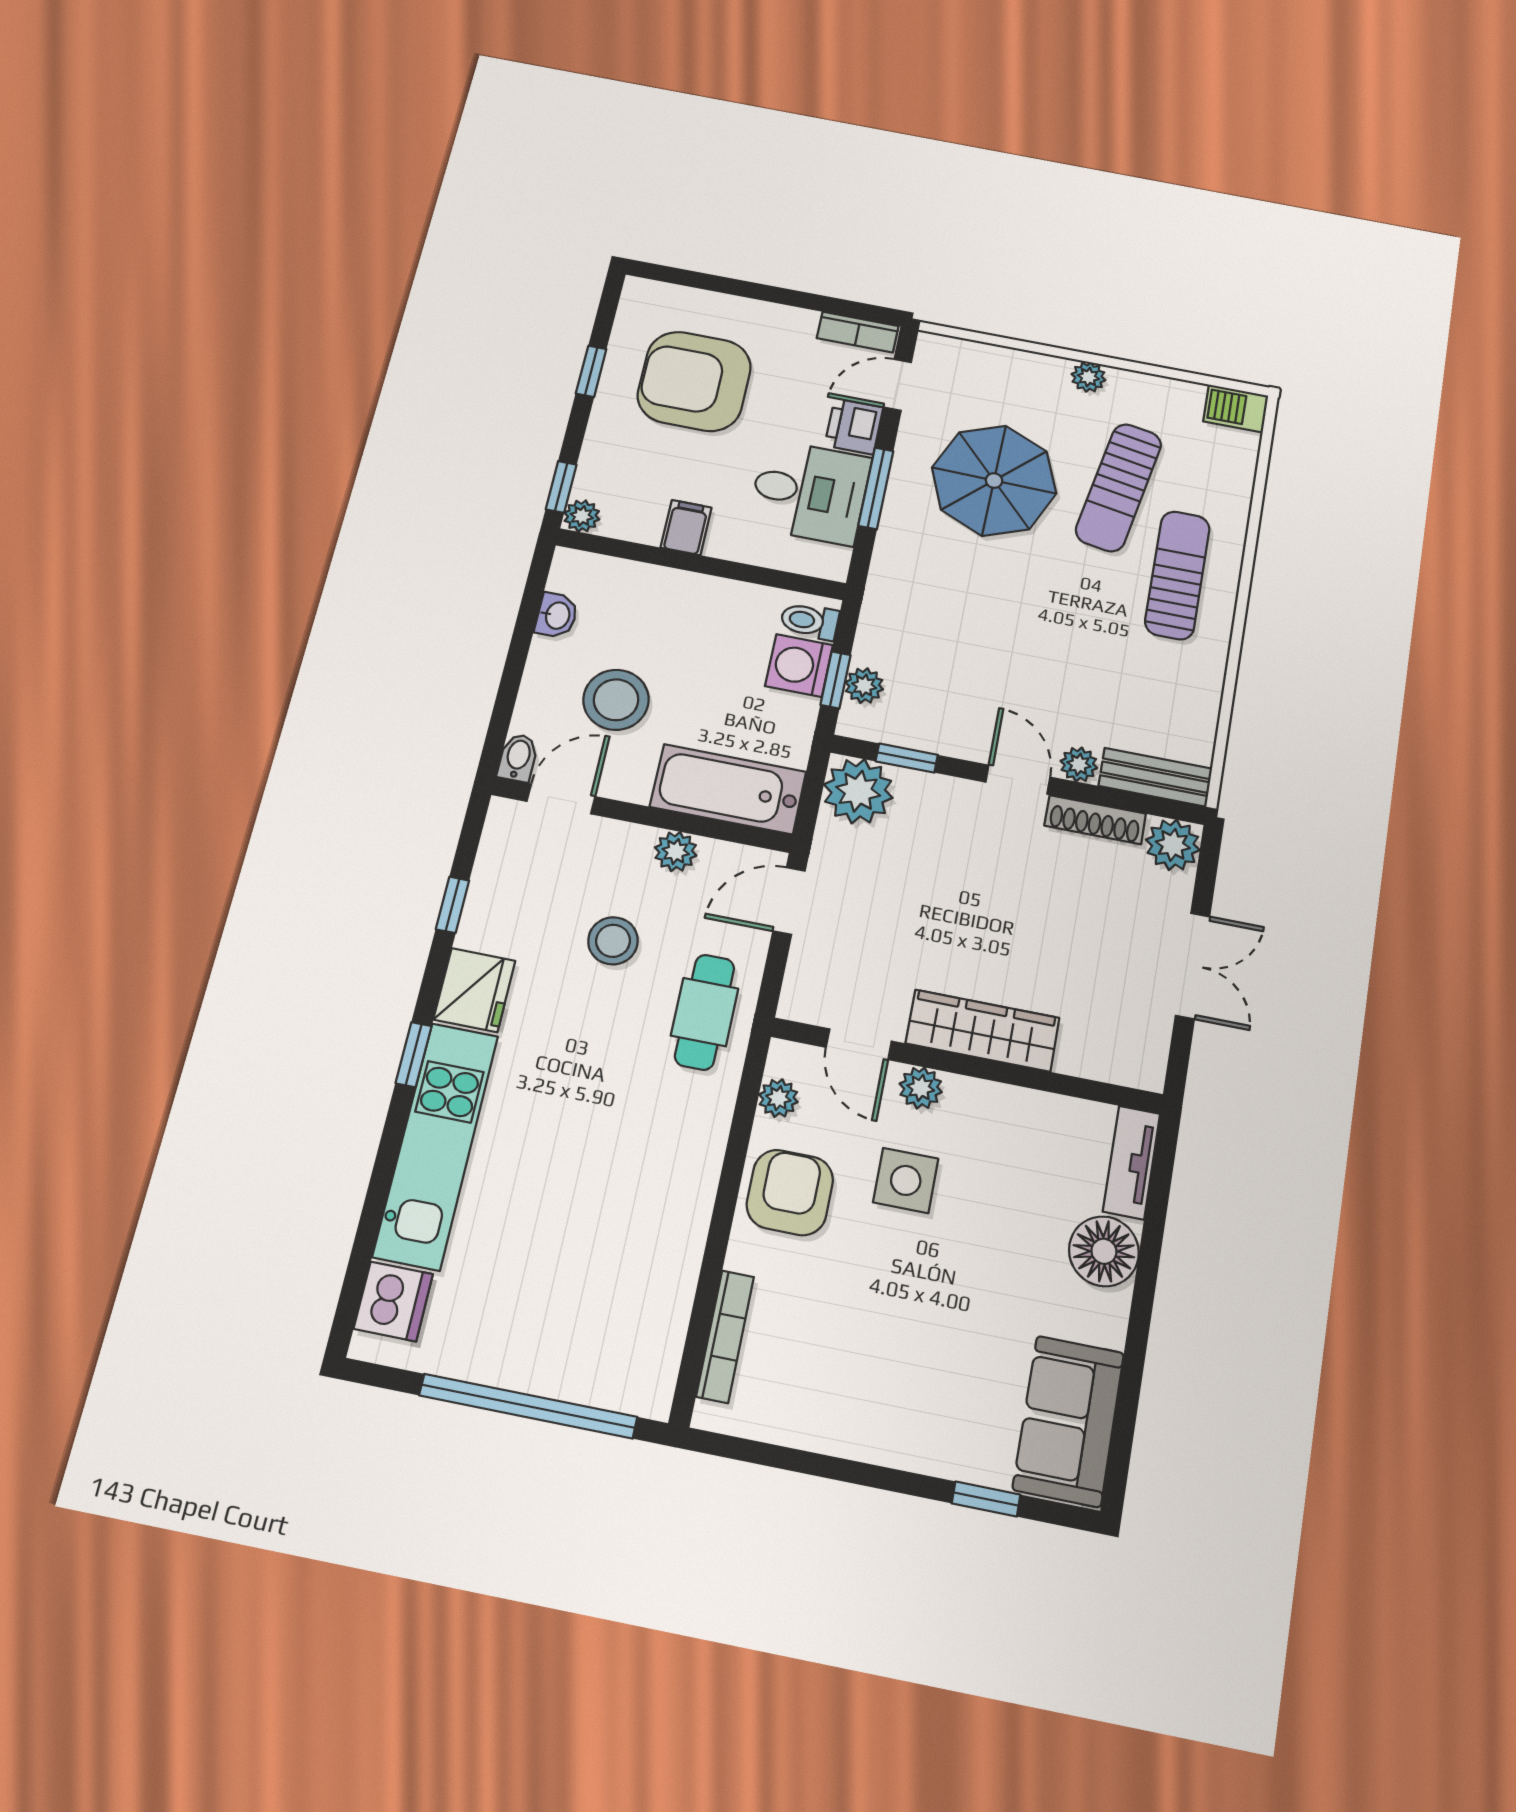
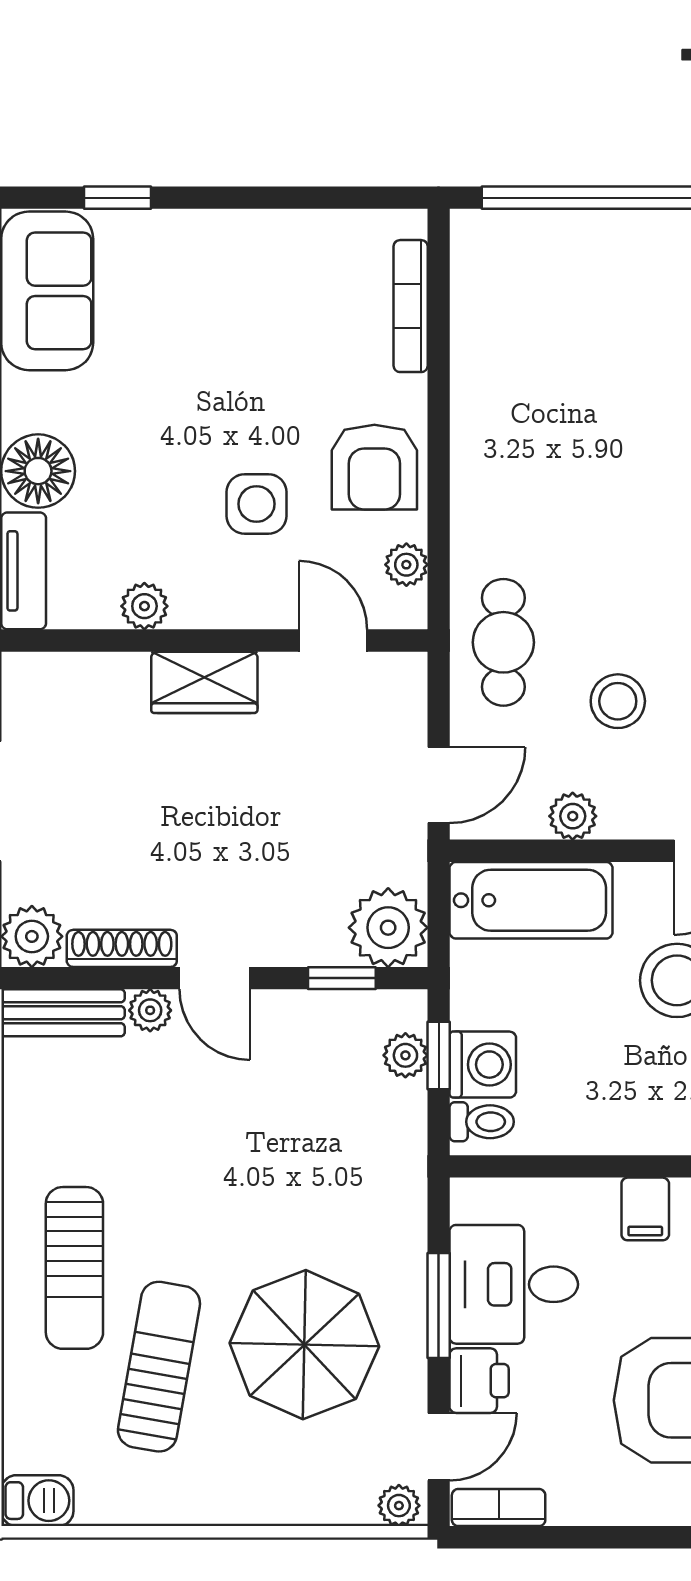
plant: (1088, 377) -> (399, 1506), moved
wardrobe: (983, 1031) -> (204, 682), width x0.67
plant: (921, 1088) -> (144, 606), moved

